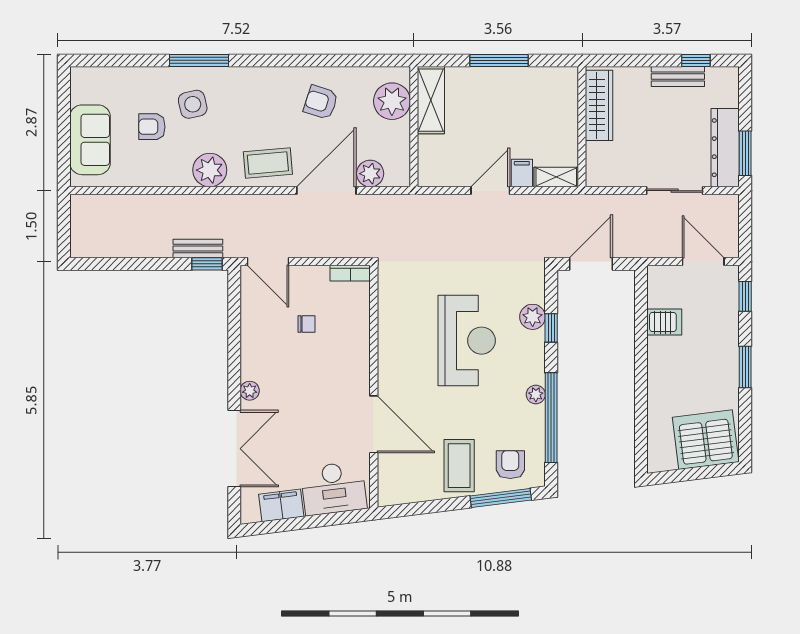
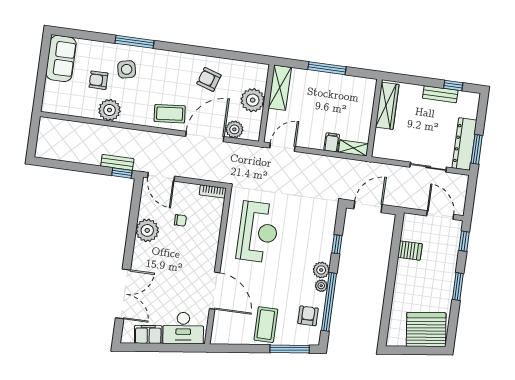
plant: (392, 101) -> (253, 100), moved
sofa: (90, 140) -> (61, 58), moved
plant: (210, 170) -> (109, 110), moved
door: (490, 191) -> (282, 147), moved
plant: (533, 317) -> (321, 270), moved
reception desk: (467, 341) -> (258, 232), moved
plant: (250, 391) -> (147, 230), moved, width x1.88, depth x1.88
armchair: (510, 465) -> (308, 316), moved

